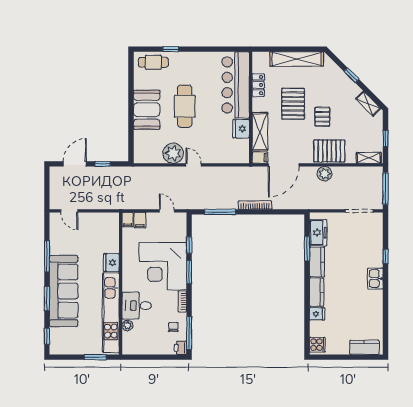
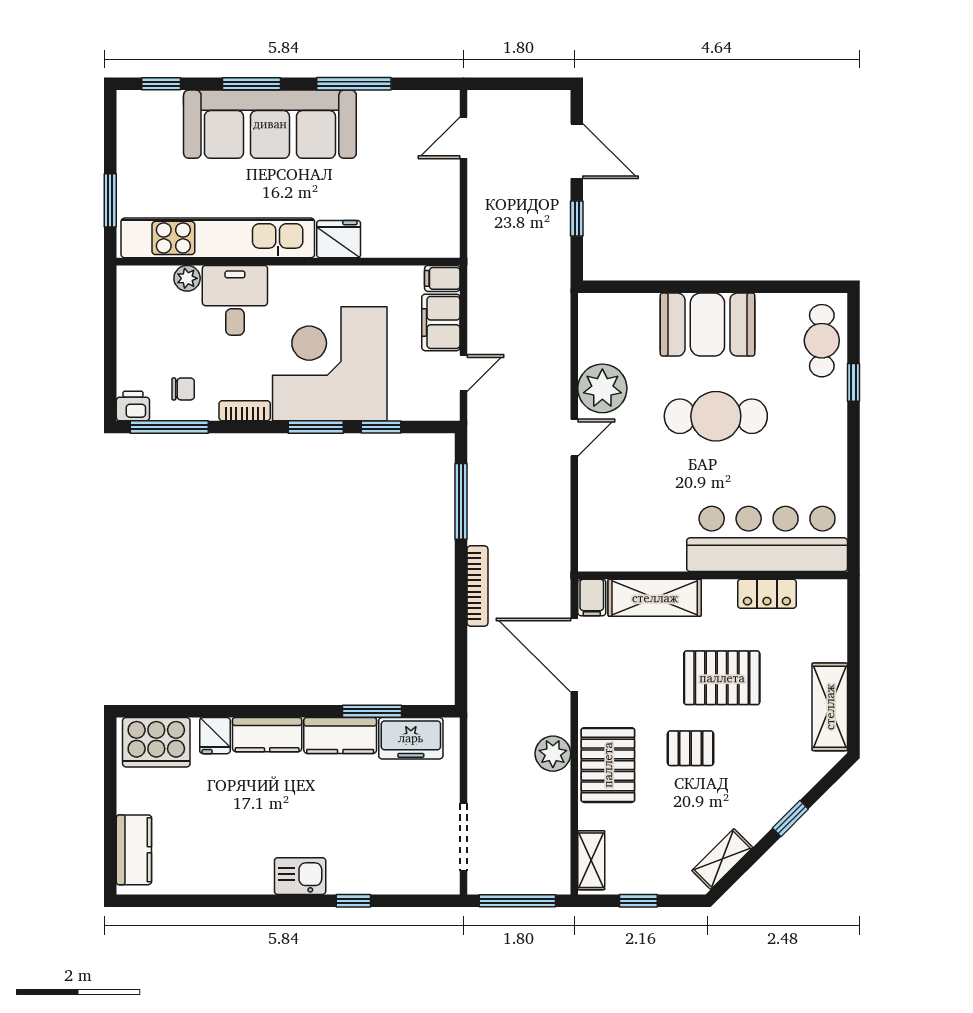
shelving: (297, 59) -> (830, 707), width x0.68
fridge: (241, 129) -> (662, 552), removed
filing cabinet: (140, 220) -> (441, 322), width x2.00
cooker: (317, 345) -> (156, 742), width x1.87, depth x1.31

